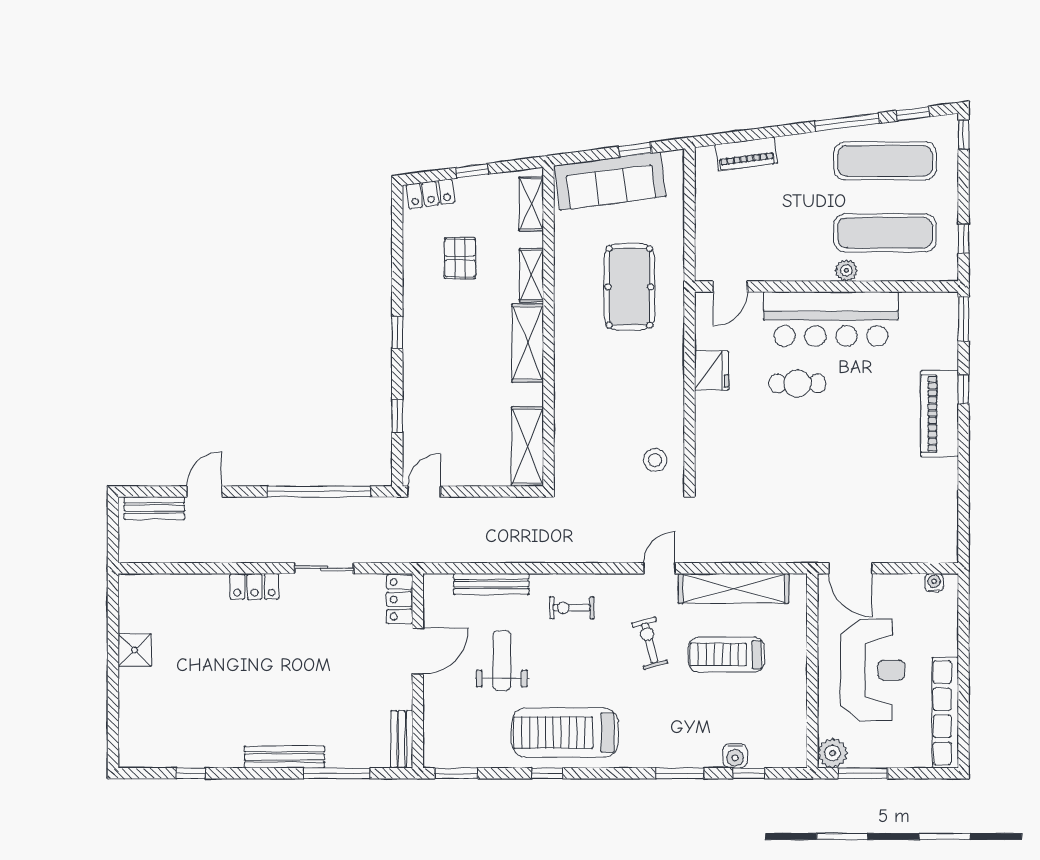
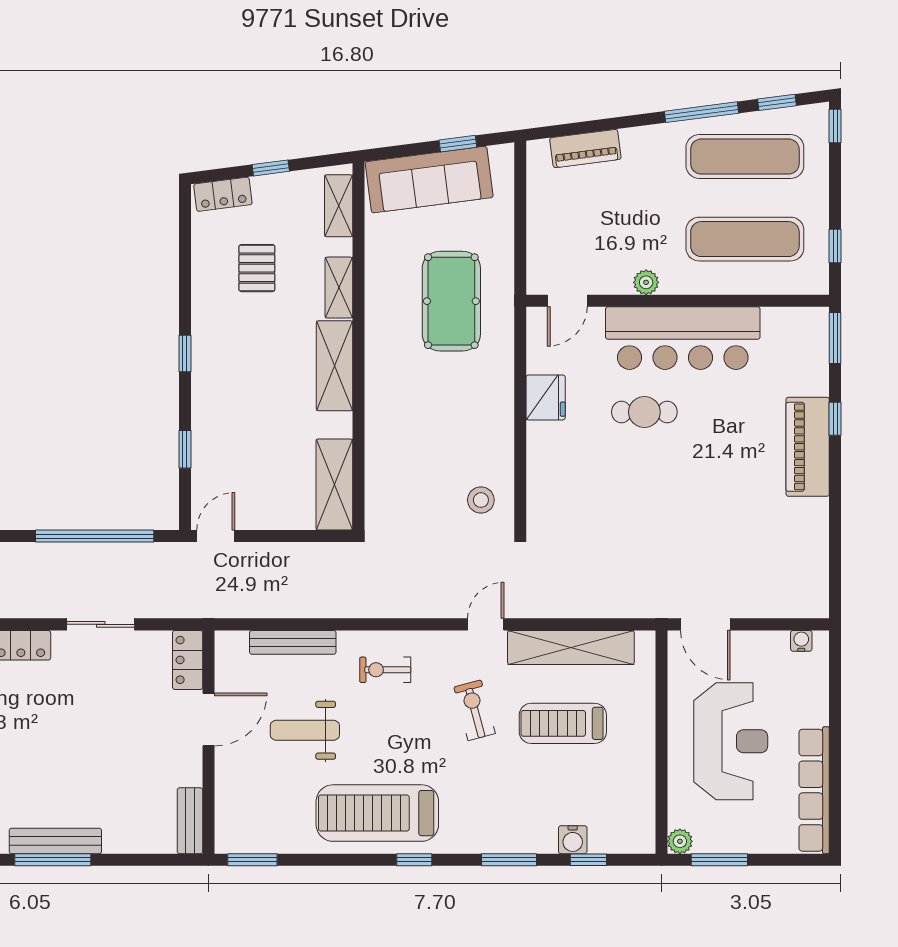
plant: (846, 270) -> (646, 282), moved
weight bench: (502, 661) -> (305, 730), turned -90
plant: (832, 753) -> (680, 841), width x0.73, depth x0.73
window: (336, 773) -> (53, 860), moved
window: (547, 773) -> (414, 860), moved

